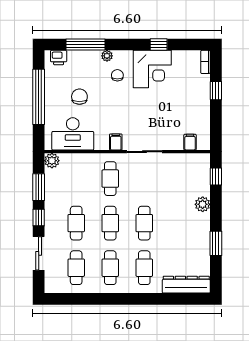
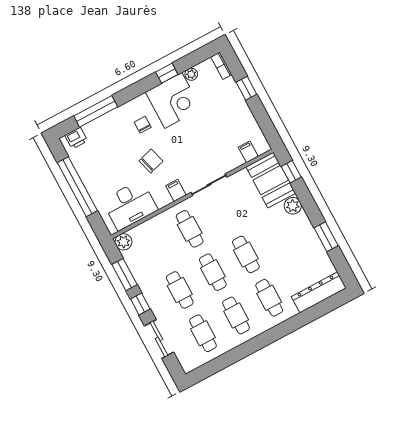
plant: (107, 56) -> (191, 74), moved
chair: (79, 97) -> (151, 161), moved, turned 74
booth: (196, 174) -> (271, 180), added

